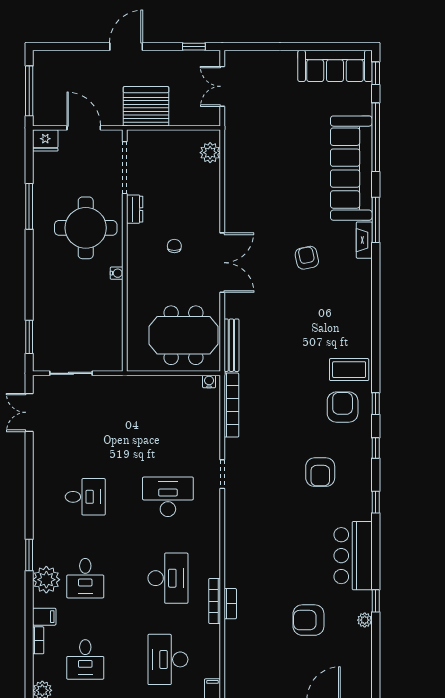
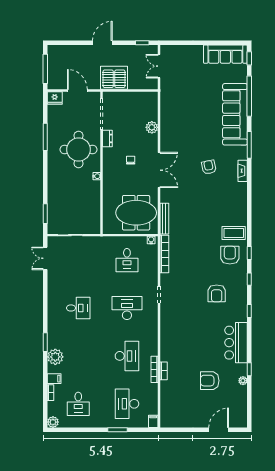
plant: (210, 153) -> (152, 127), moved
fireplace: (364, 240) -> (243, 171), moved
desk: (85, 578) -> (127, 260), moved

